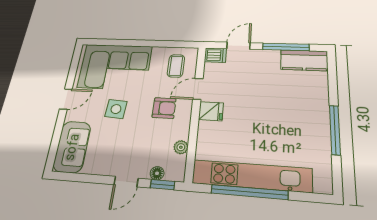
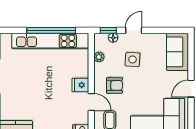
door: (198, 89) -> (91, 102), hinge flipped
armchair: (164, 108) -> (114, 85), turned 180
side table: (116, 109) -> (133, 59), moved

